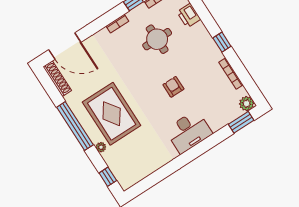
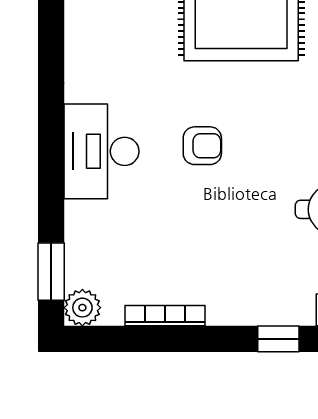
window: (222, 42) -> (278, 339), moved
armchair: (173, 87) -> (202, 146), moved

